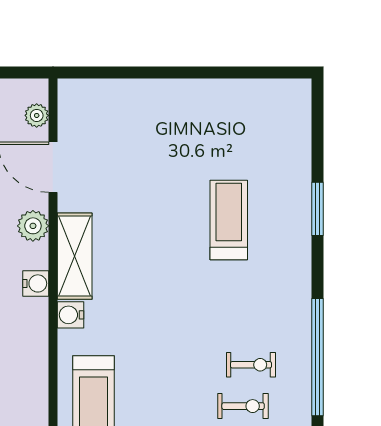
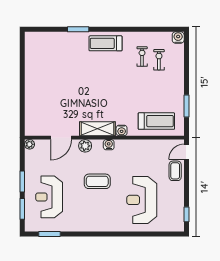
plant: (37, 115) -> (30, 144), moved
treadmill: (229, 220) -> (106, 43), moved
window: (318, 357) -> (139, 29), removed

